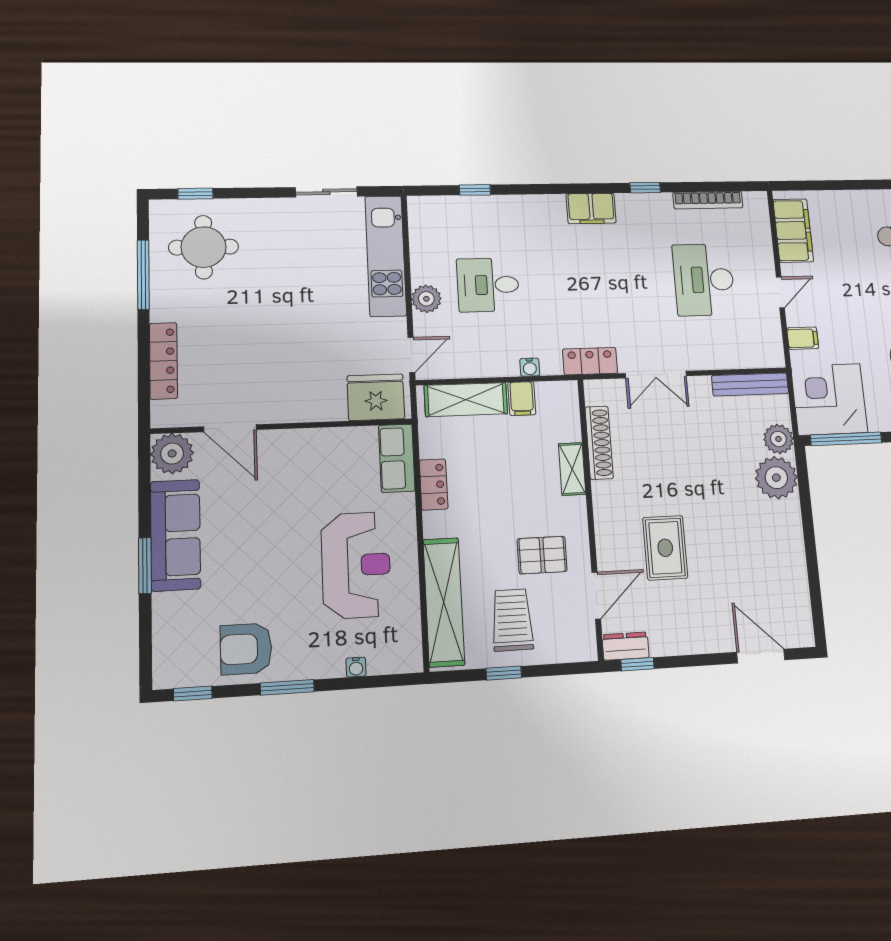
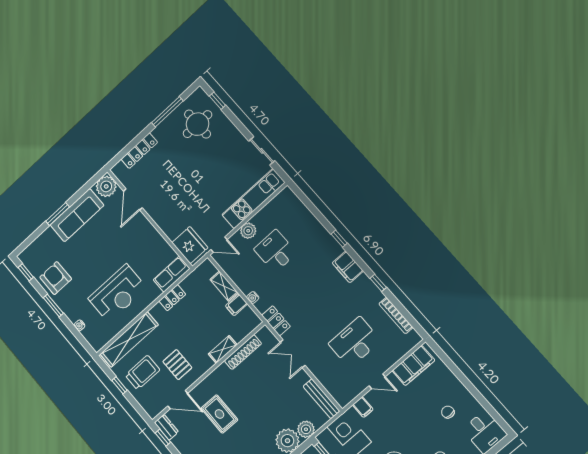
window: (475, 190) -> (339, 239), moved
shelving: (466, 400) -> (224, 286), width x0.67, depth x0.75
rug: (665, 548) -> (219, 414), turned 90

